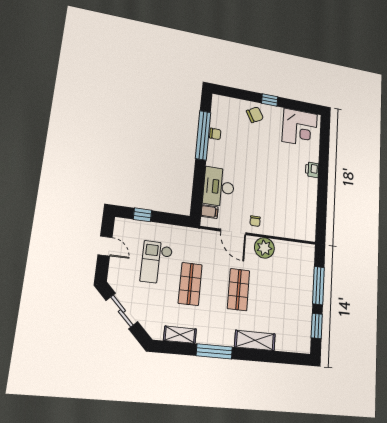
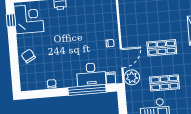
window: (270, 100) -> (11, 20), moved
window: (203, 135) -> (87, 90), moved
plant: (264, 248) -> (132, 77), moved

